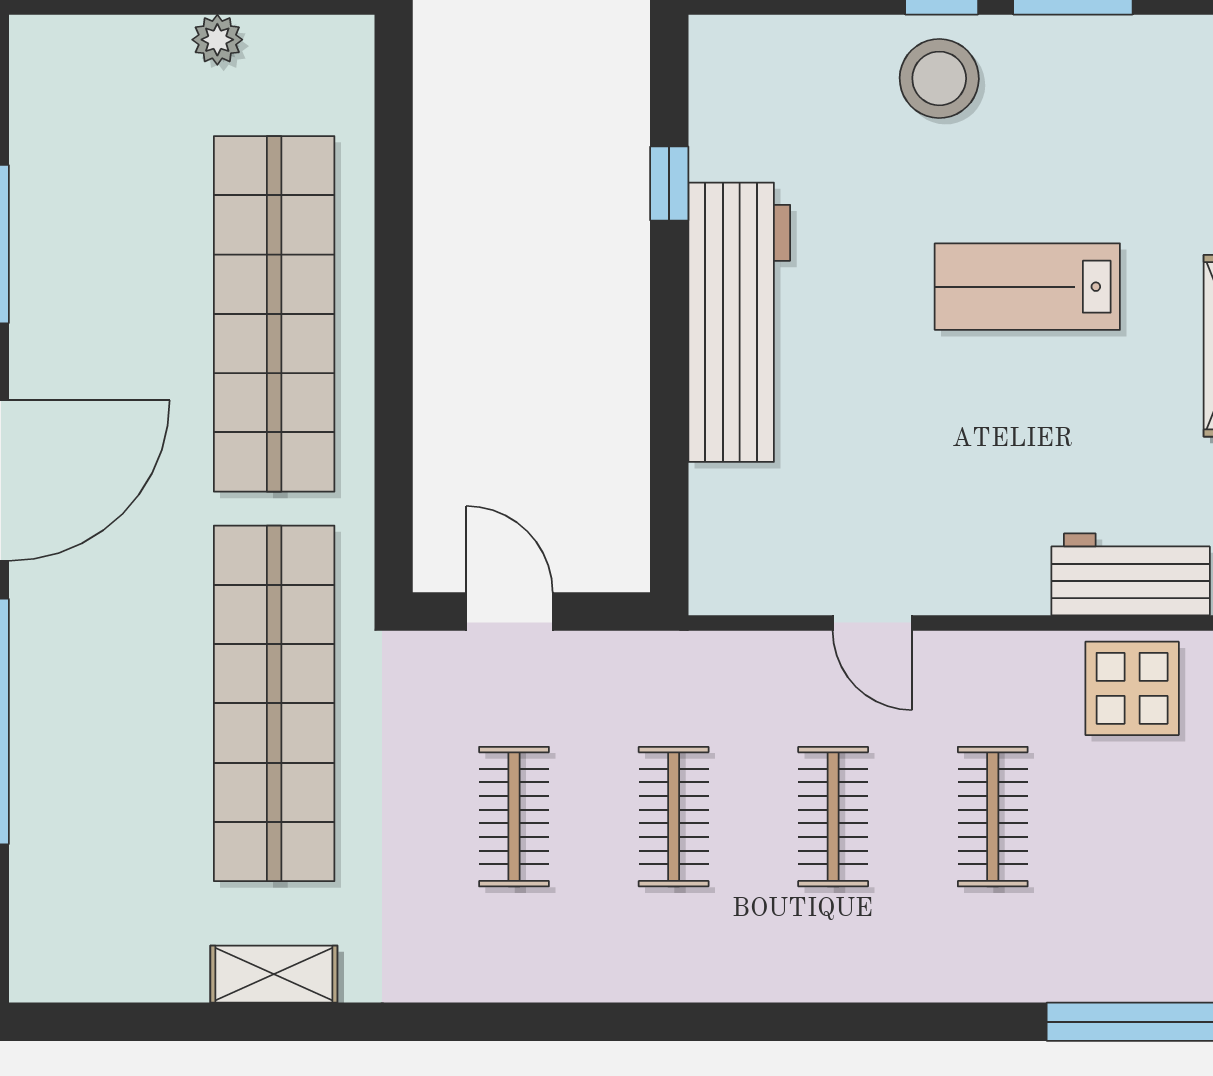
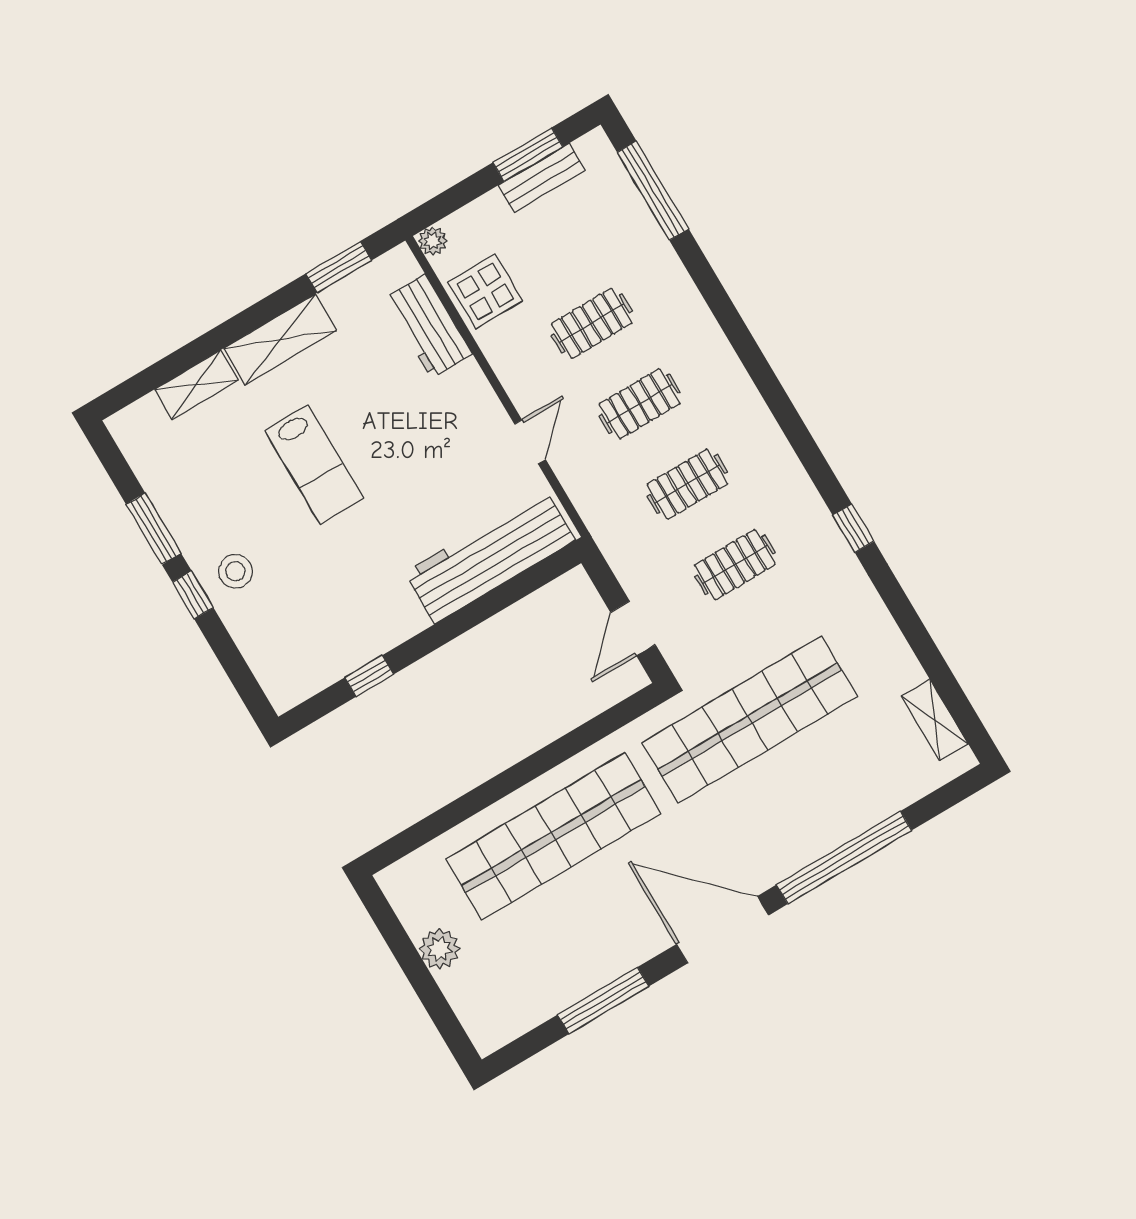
plant: (217, 40) -> (440, 949), width x1.38, depth x1.38
stool: (939, 78) -> (235, 571), width x0.73, depth x0.73
workbench: (739, 322) -> (490, 557), moved
shelving: (274, 974) -> (935, 720), moved
window: (464, 1022) -> (853, 528), added

